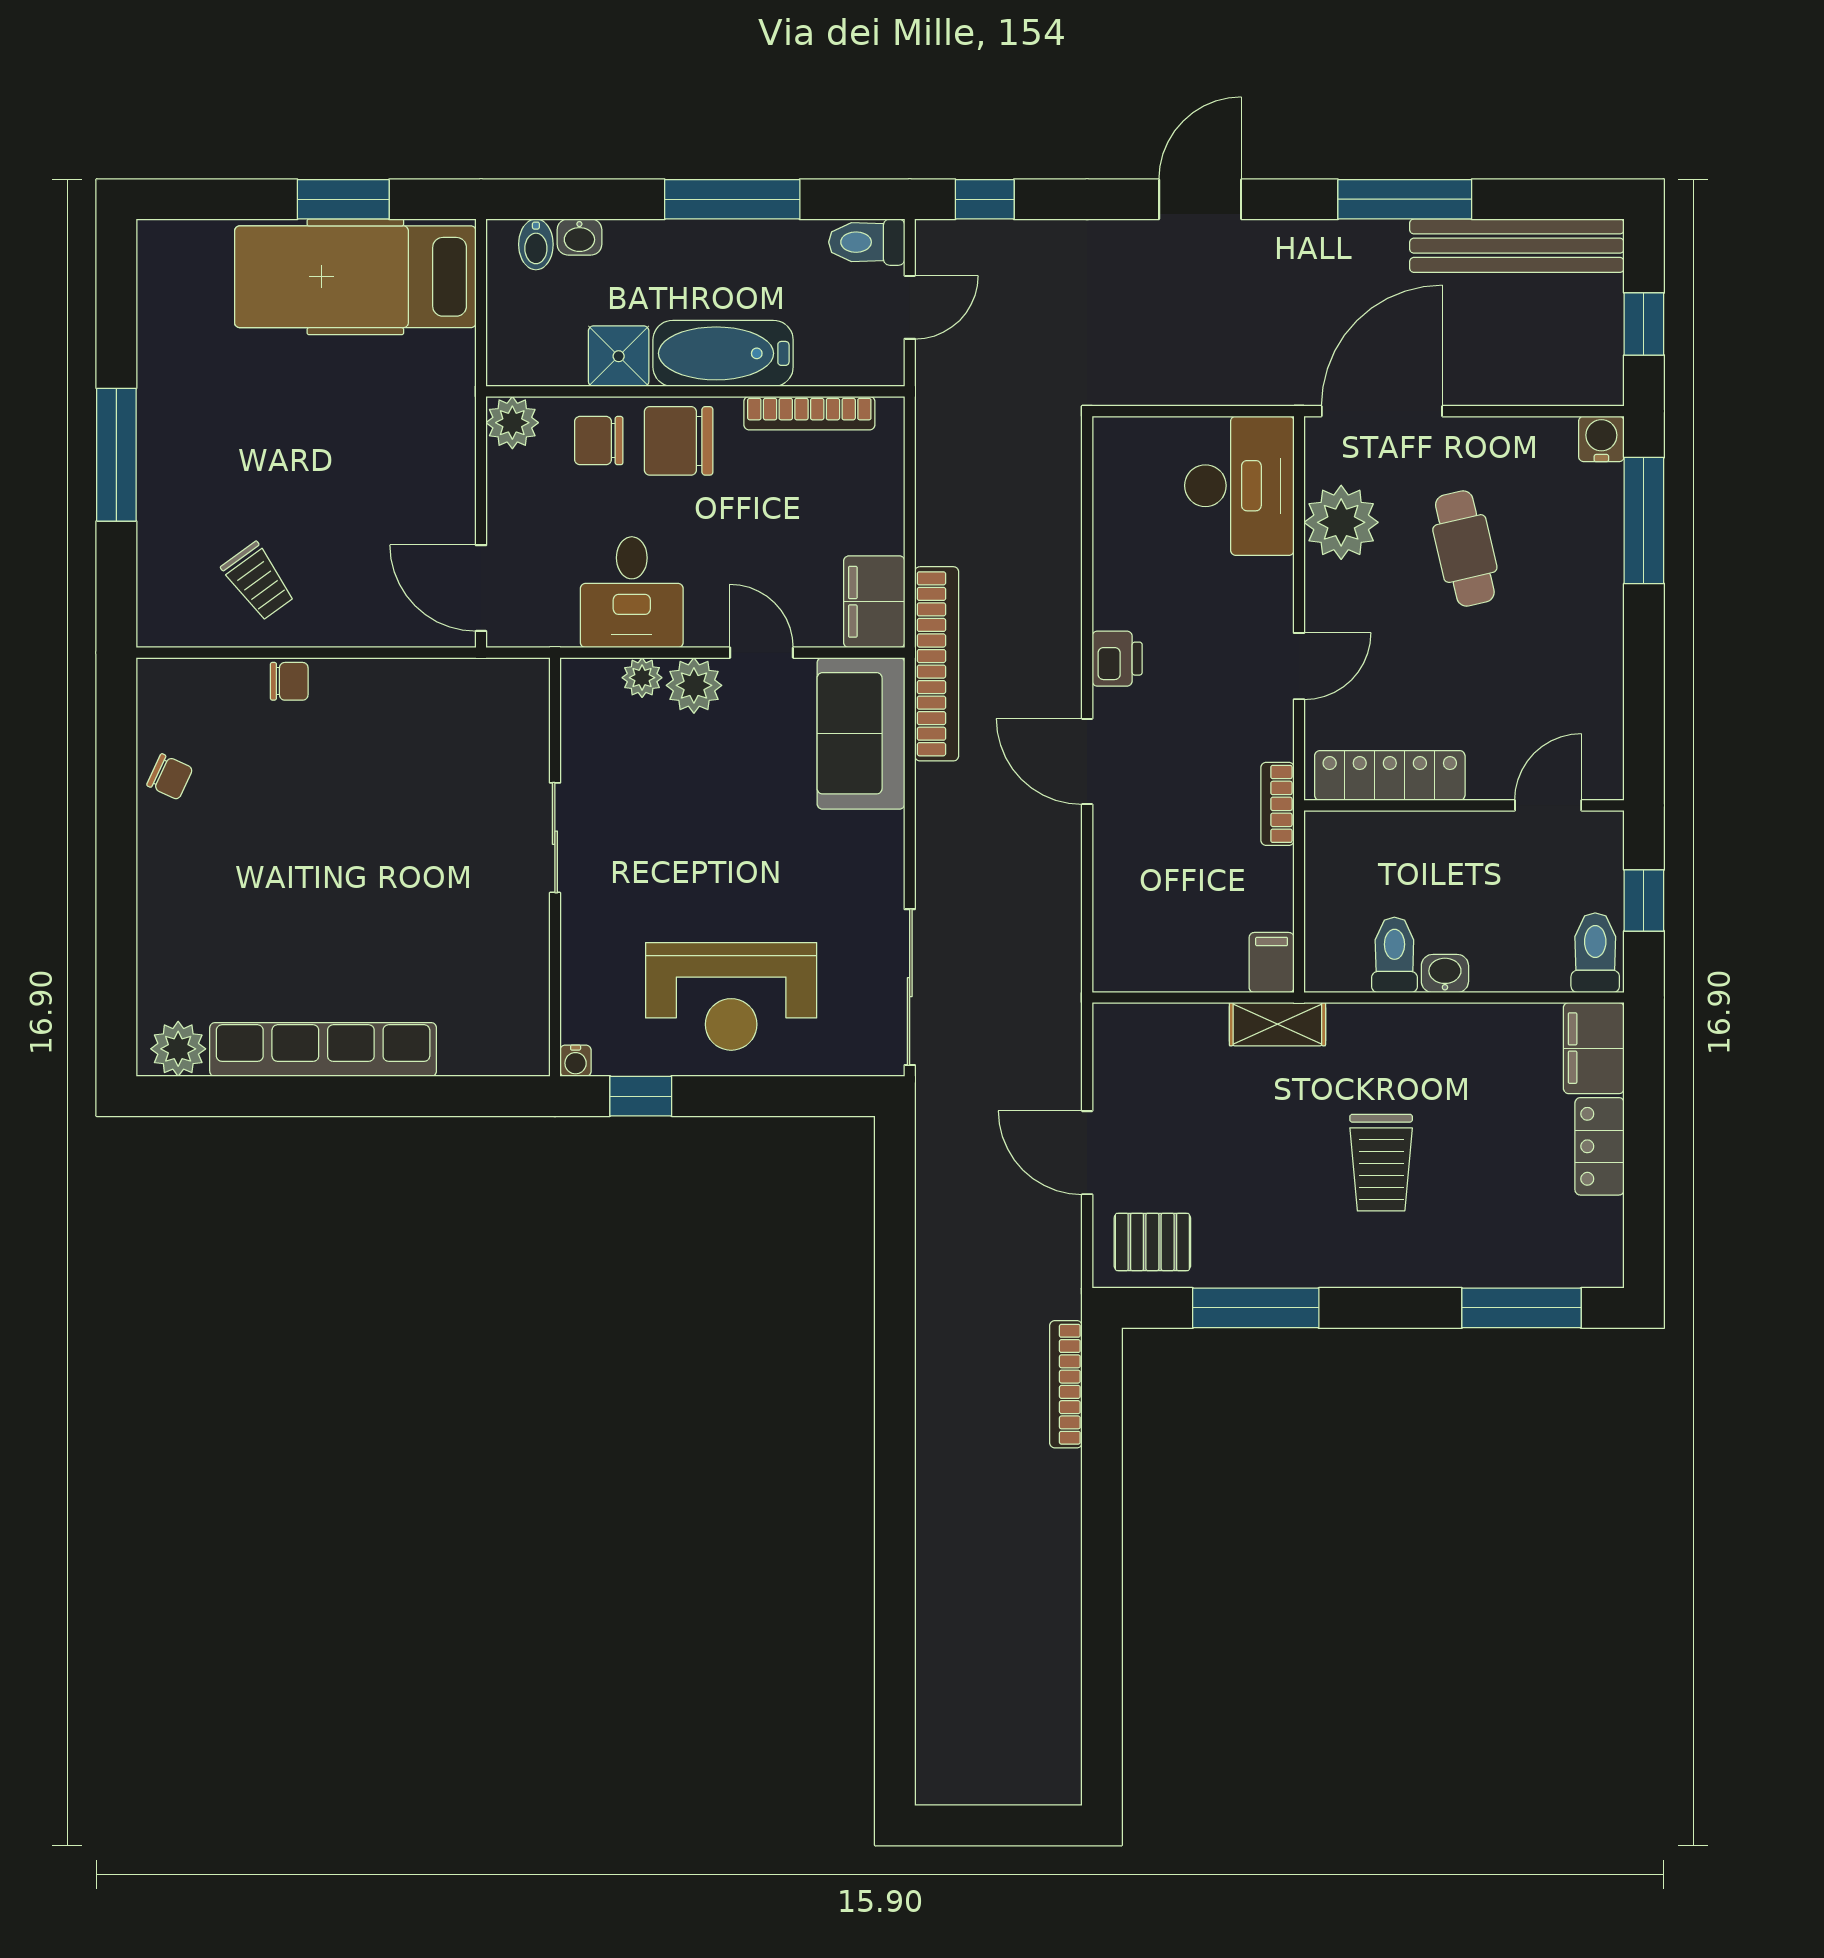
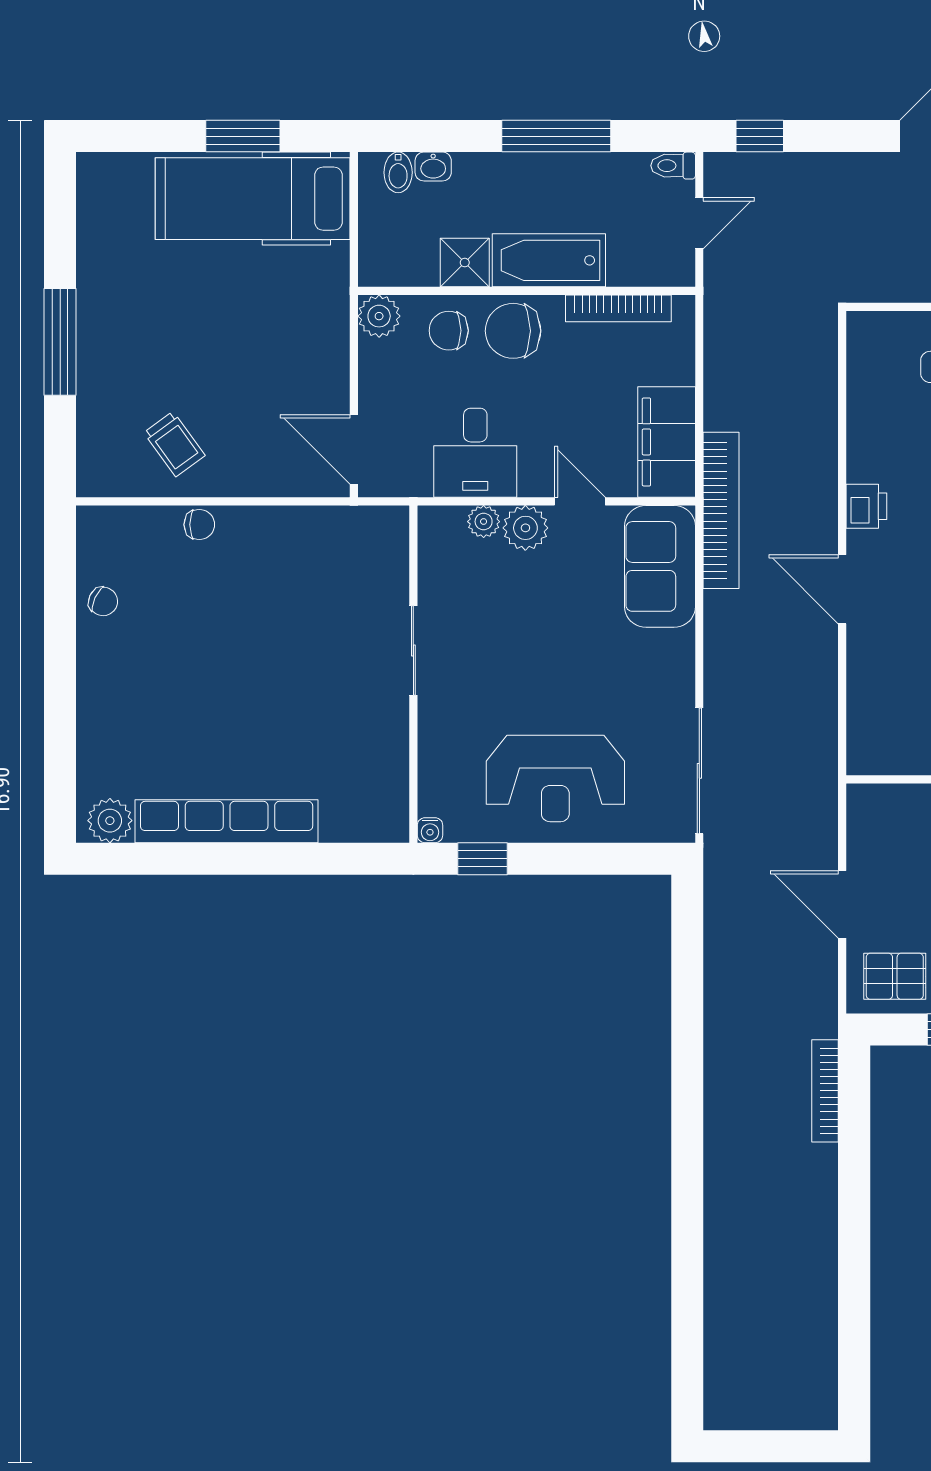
toilet: (867, 242) -> (673, 166), width x0.73, depth x0.72
filing cabinet: (874, 602) -> (667, 442), width x1.50, depth x1.17

